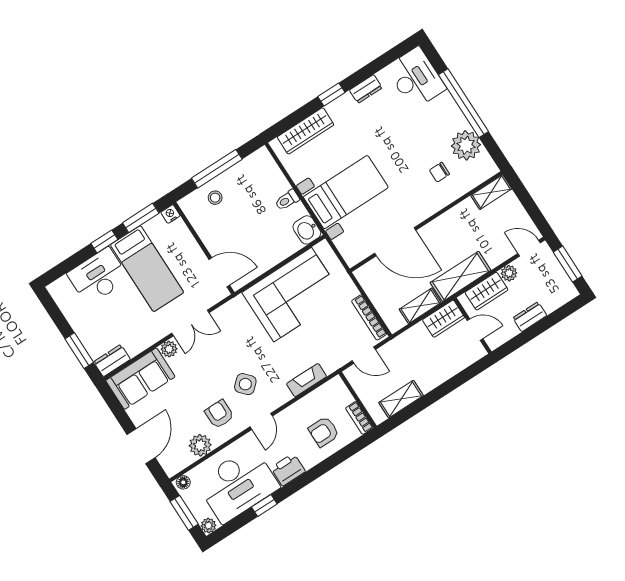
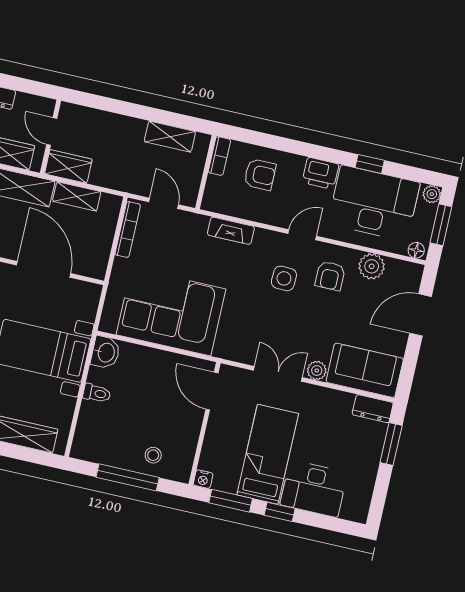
side table: (245, 384) -> (284, 278), turned 45

